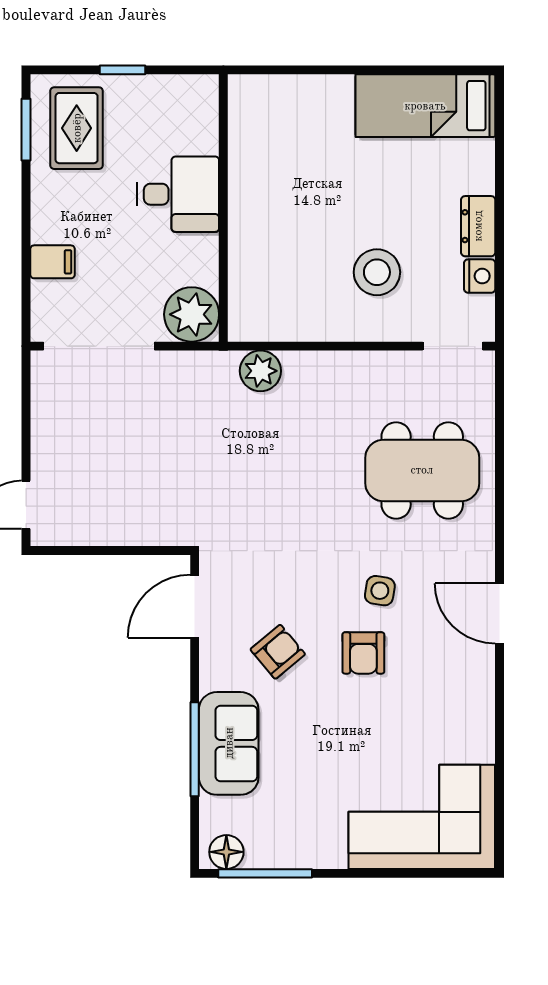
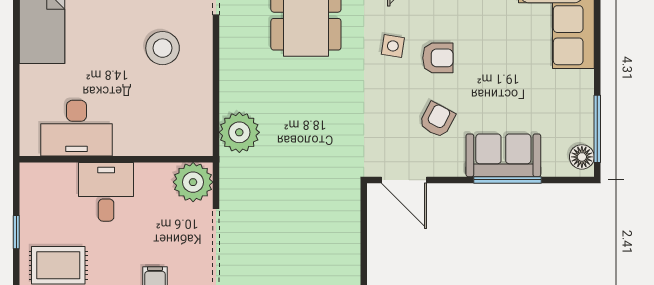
desk: (266, 153) -> (77, 128), added
plant: (260, 371) -> (239, 132), width x1.36, depth x1.36
armchair: (278, 652) -> (437, 120), turned 68

